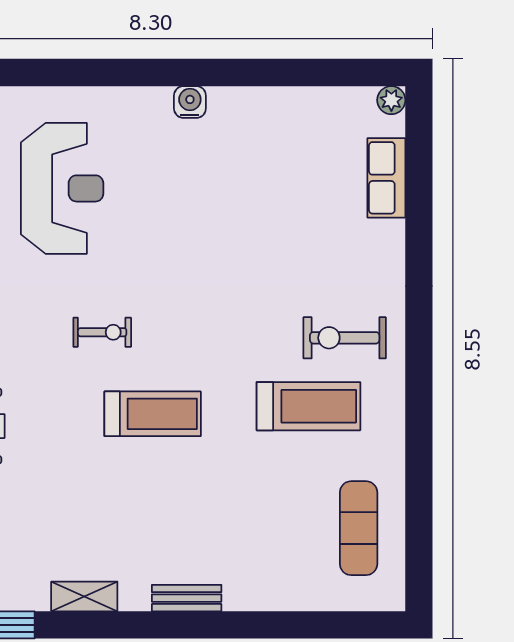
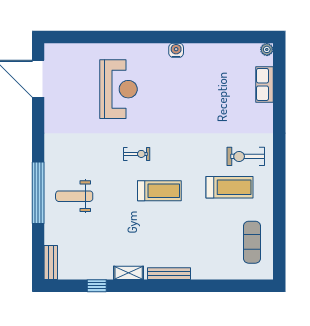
bench: (187, 598) -> (169, 274), width x1.36

